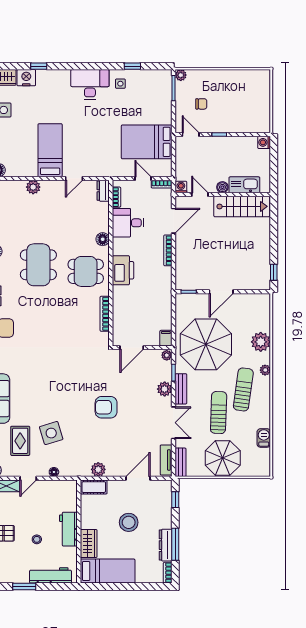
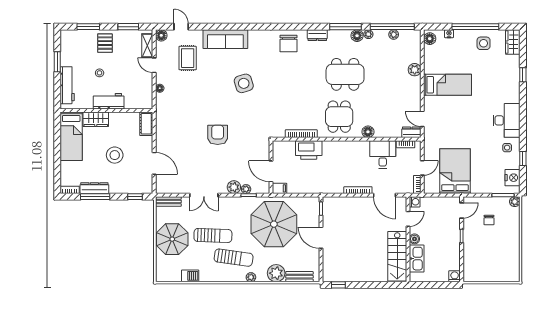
nightstand: (26, 78) -> (512, 178), moved
door: (74, 178) -> (422, 119), moved
printer: (123, 270) -> (309, 150), moved
door: (132, 348) -> (271, 171), moved
plant: (167, 355) -> (246, 189), moved
bench: (181, 389) -> (299, 277), moved
side table: (51, 433) -> (244, 83), moved
rug: (20, 441) -> (188, 58), turned 90
tv unit: (166, 460) -> (170, 189), removed
plant: (98, 469) -> (162, 128), removed

